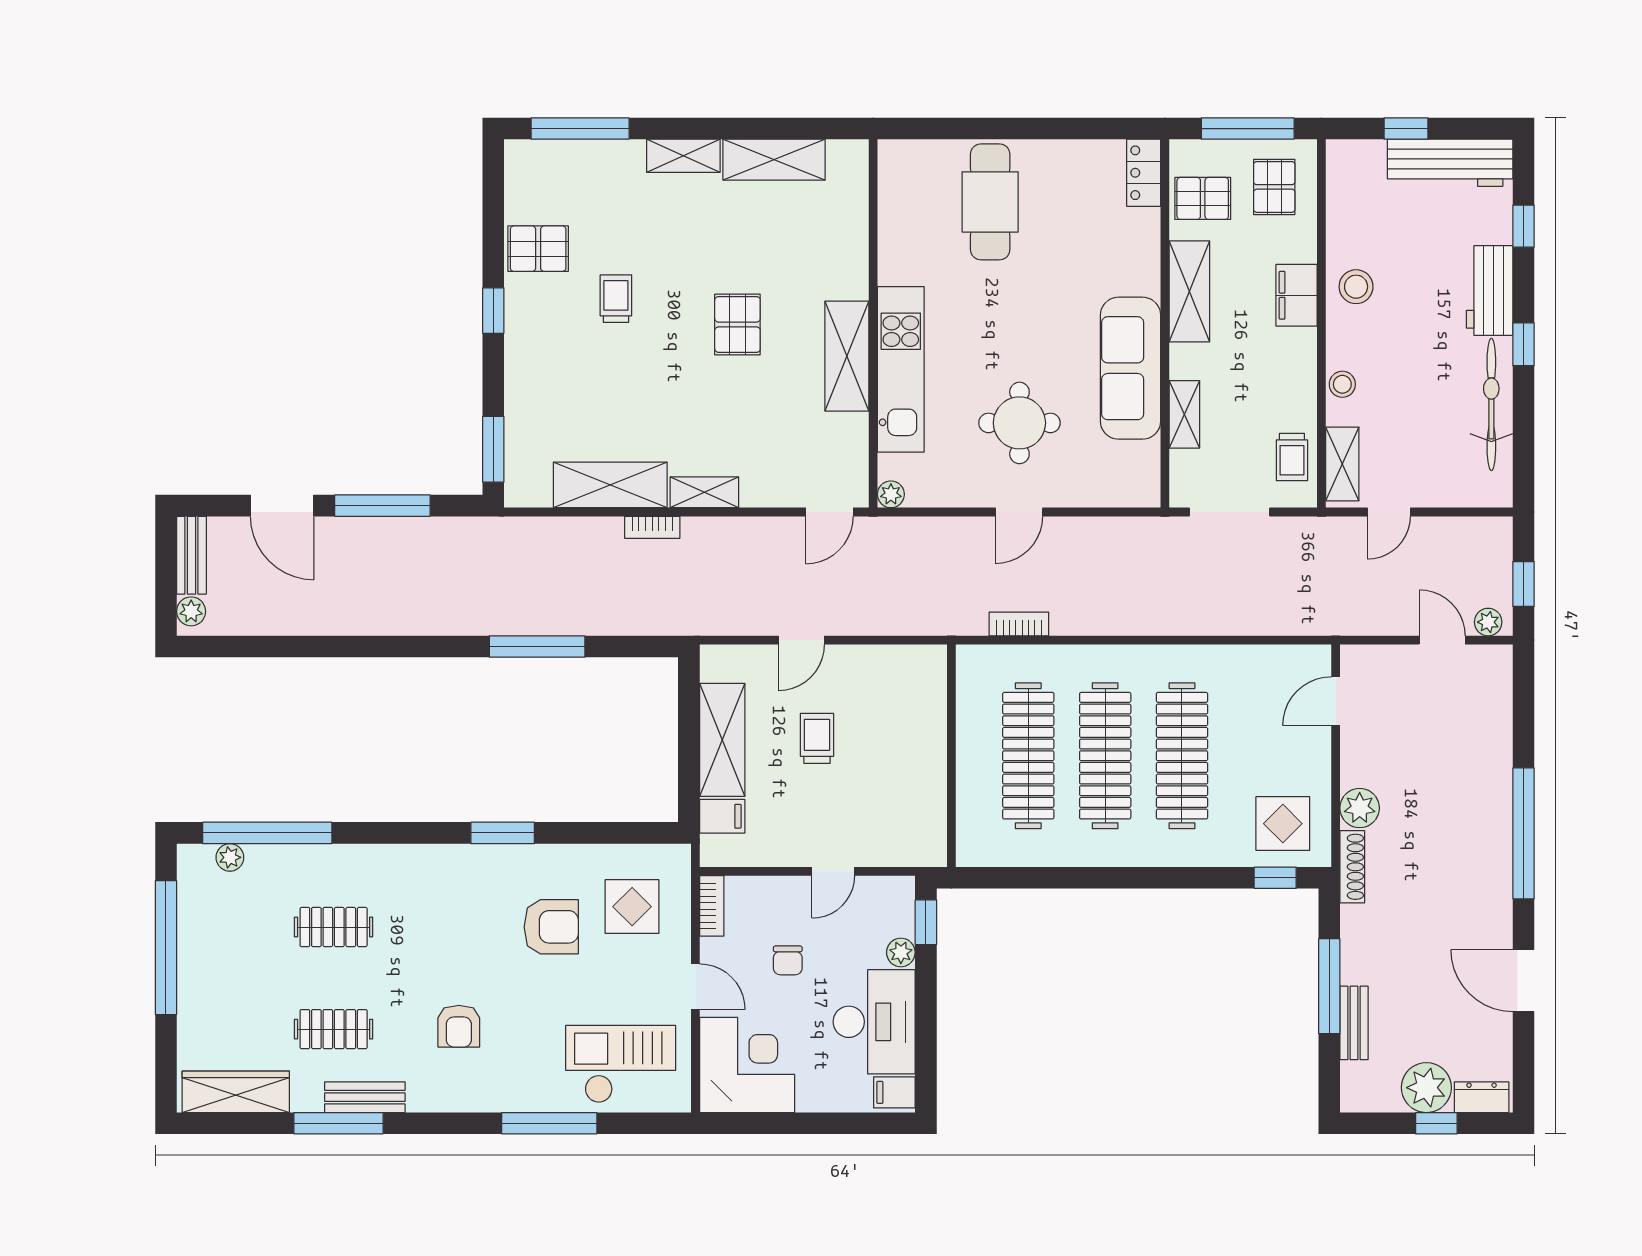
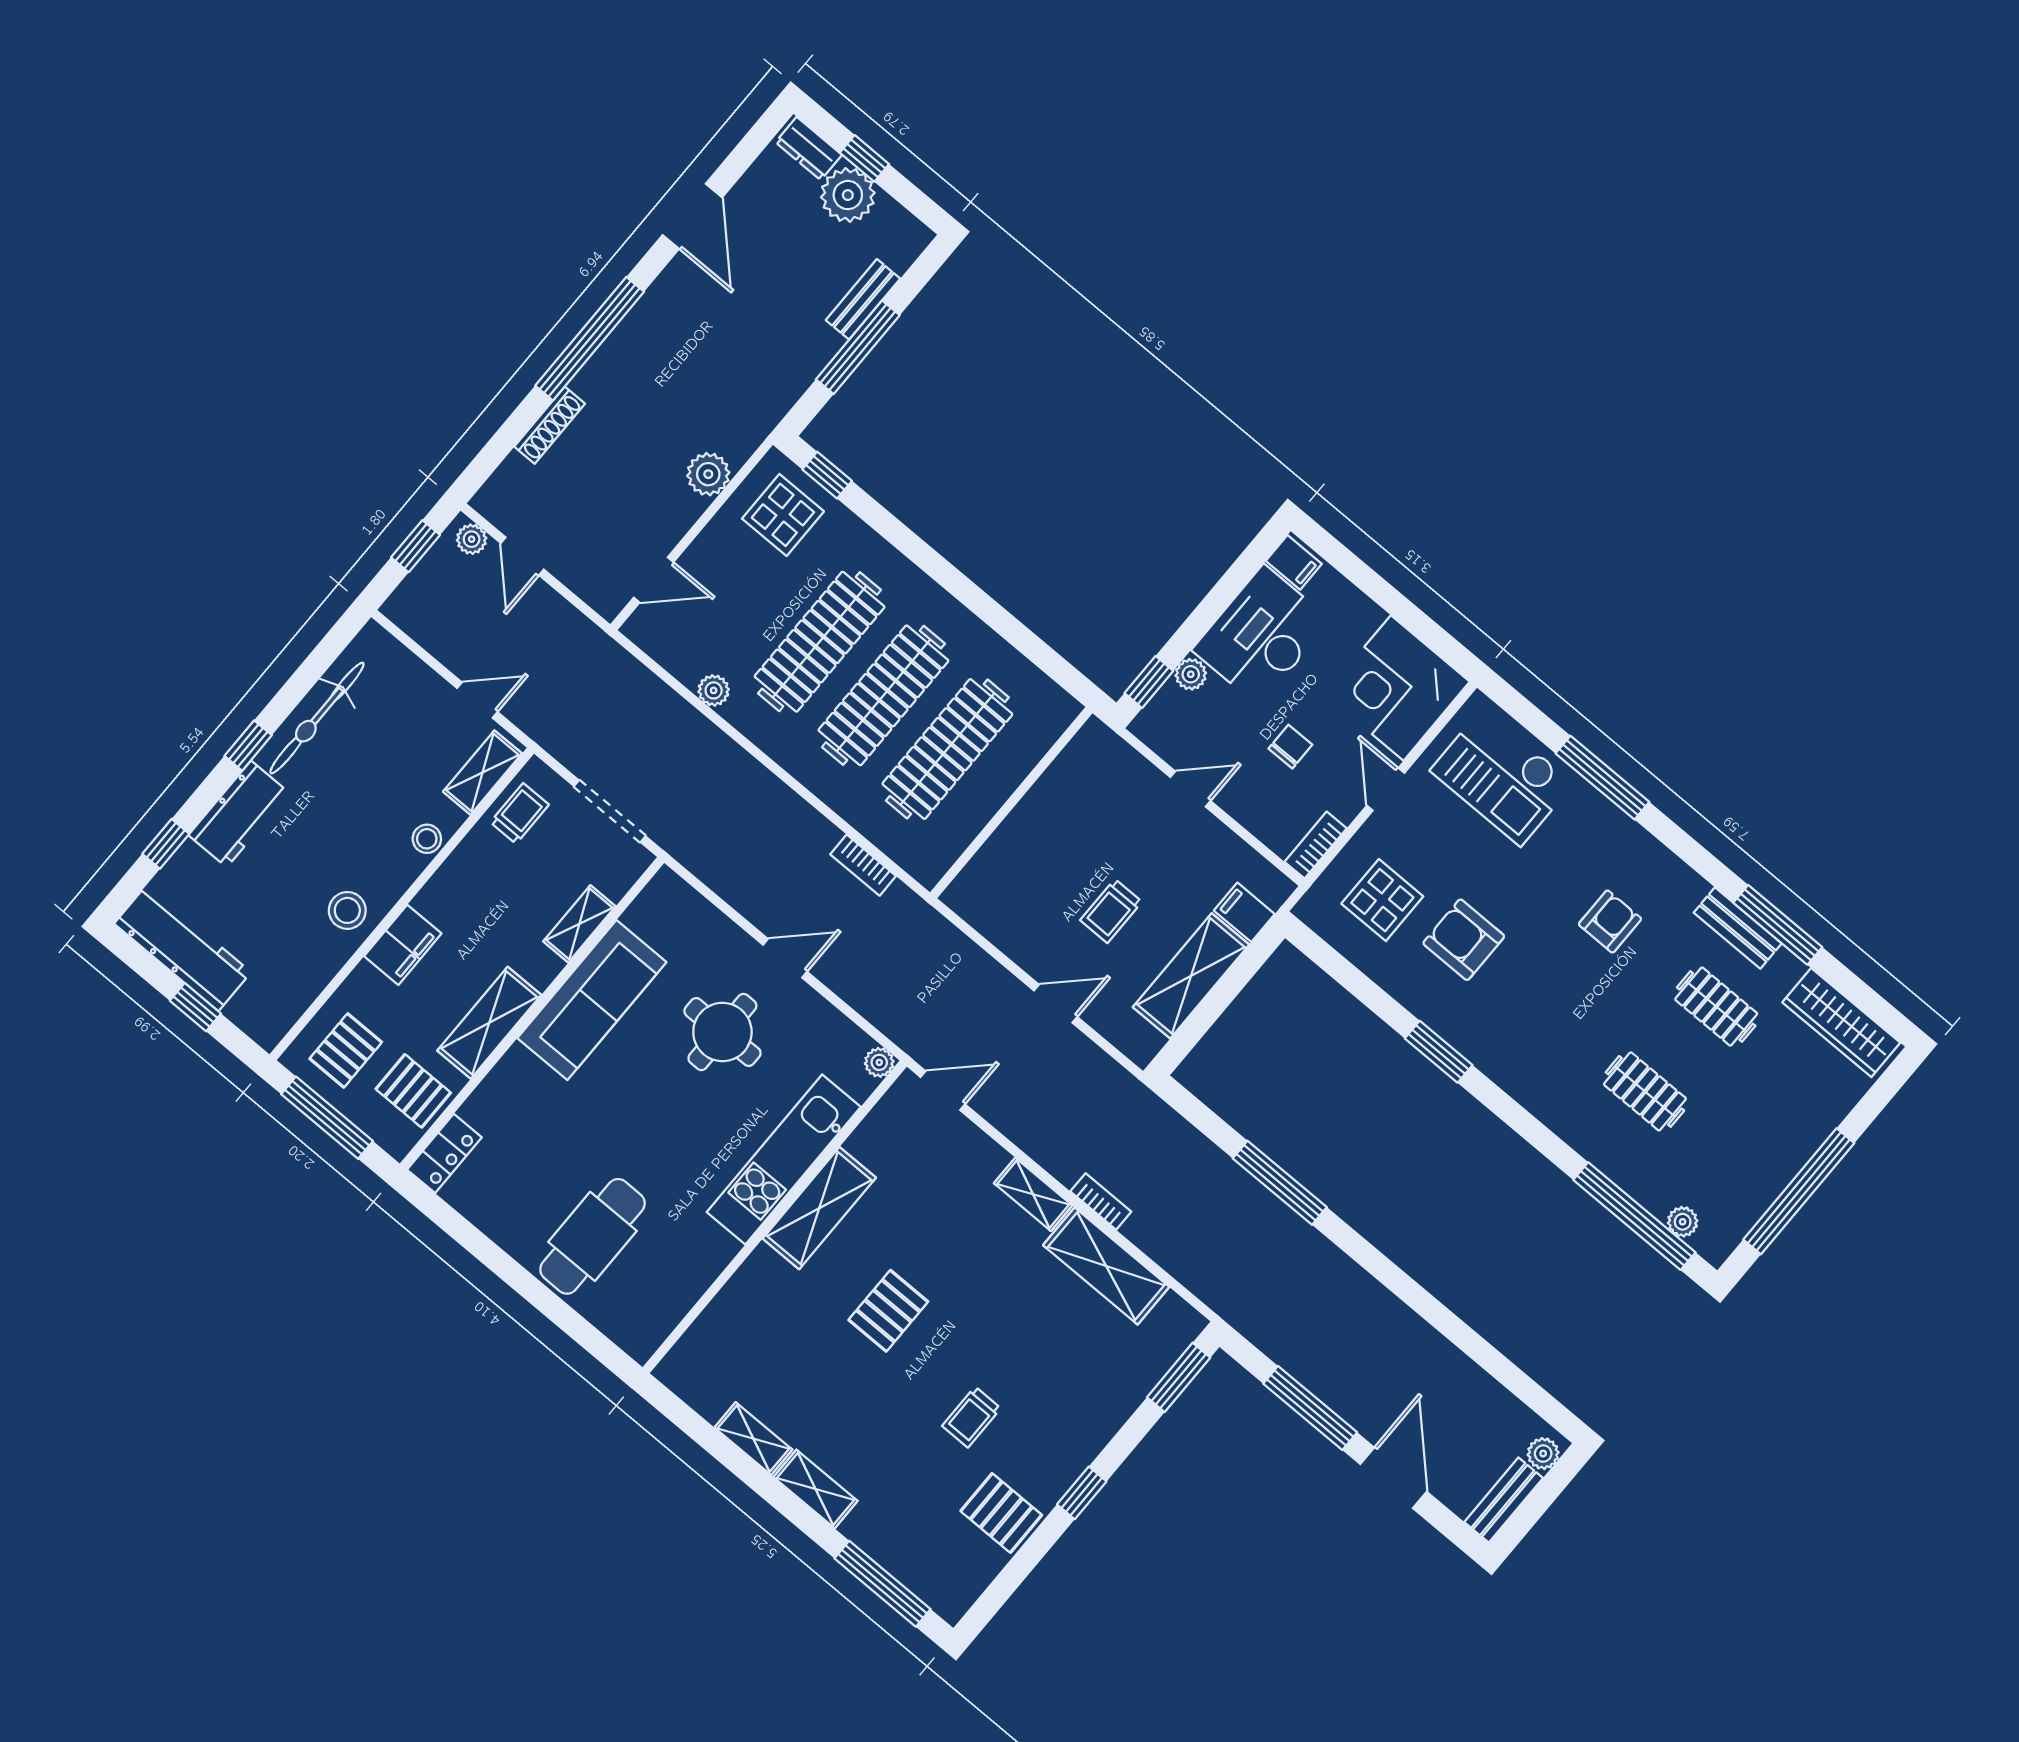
shelving: (774, 160) -> (753, 1439), width x0.67, depth x0.75
plant: (1228, 659) -> (714, 690), added
shoe rack: (1352, 867) -> (550, 425), moved, turned 180

